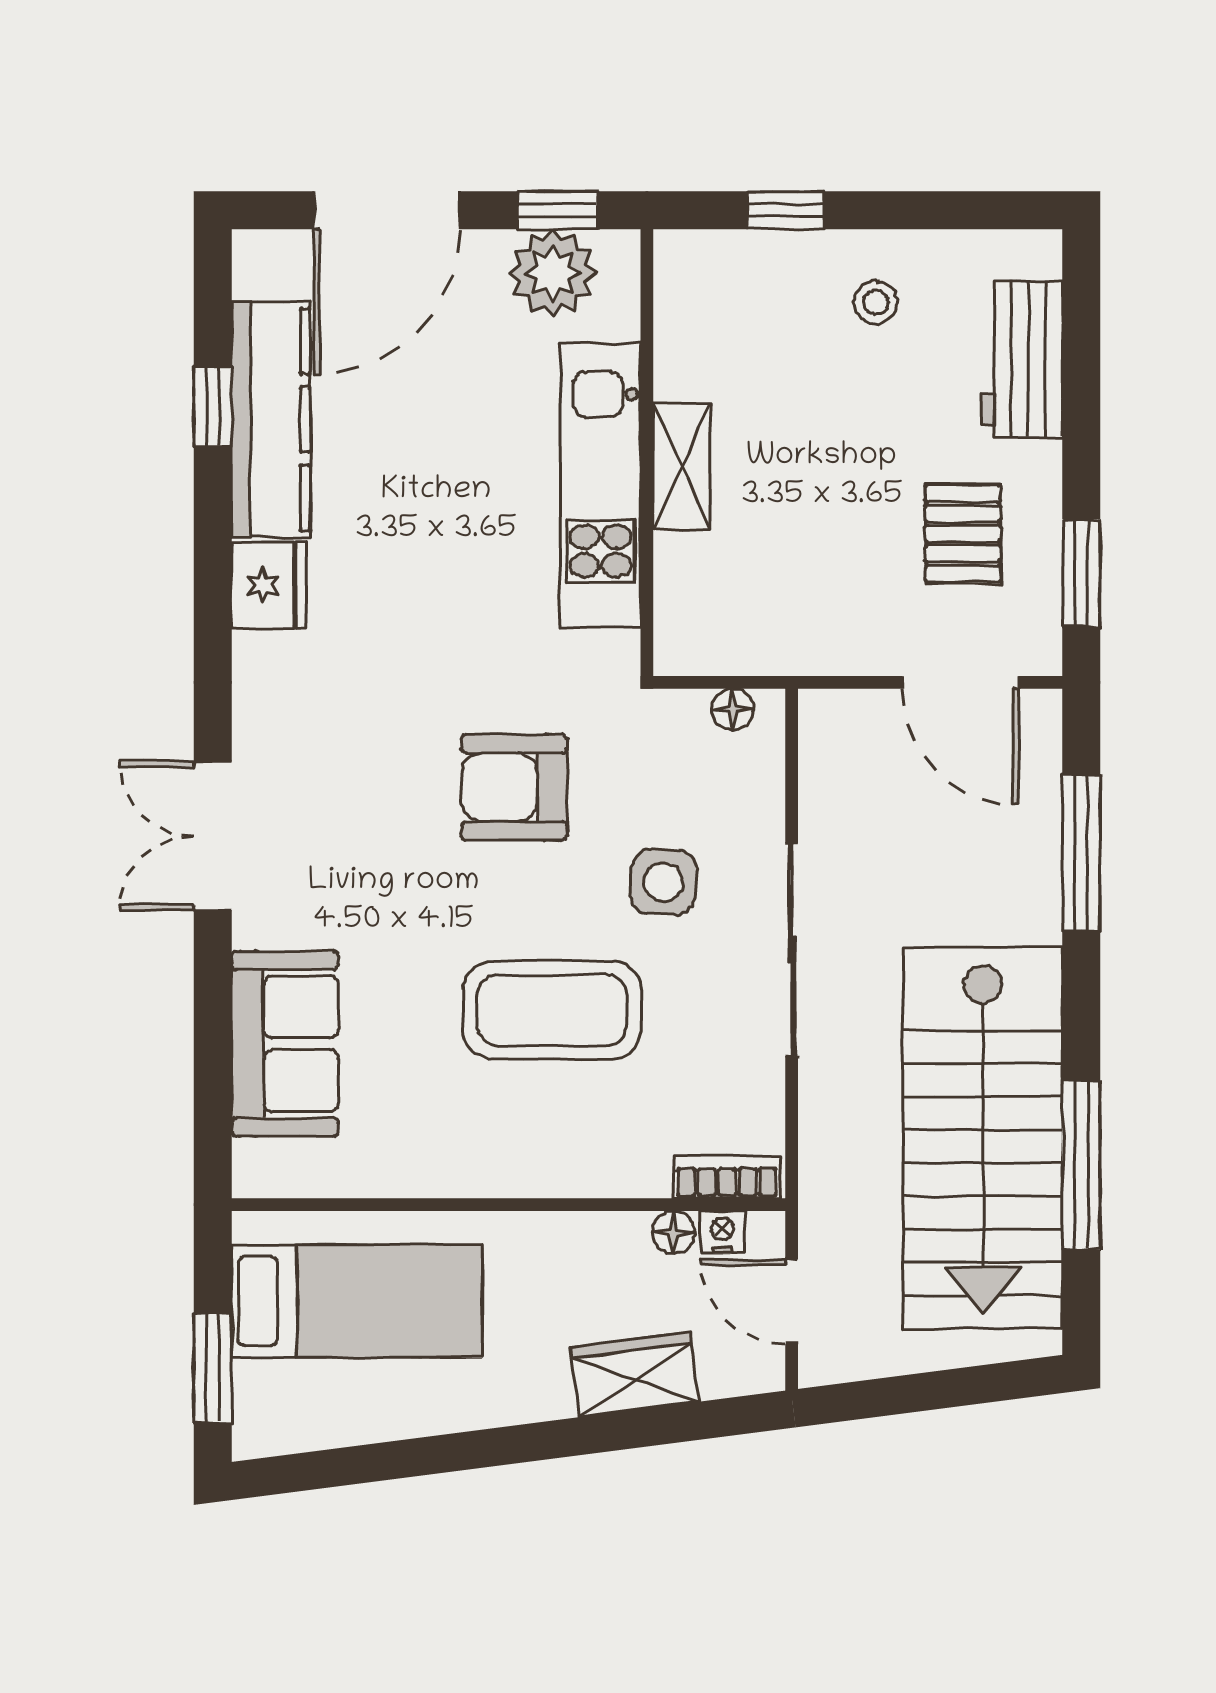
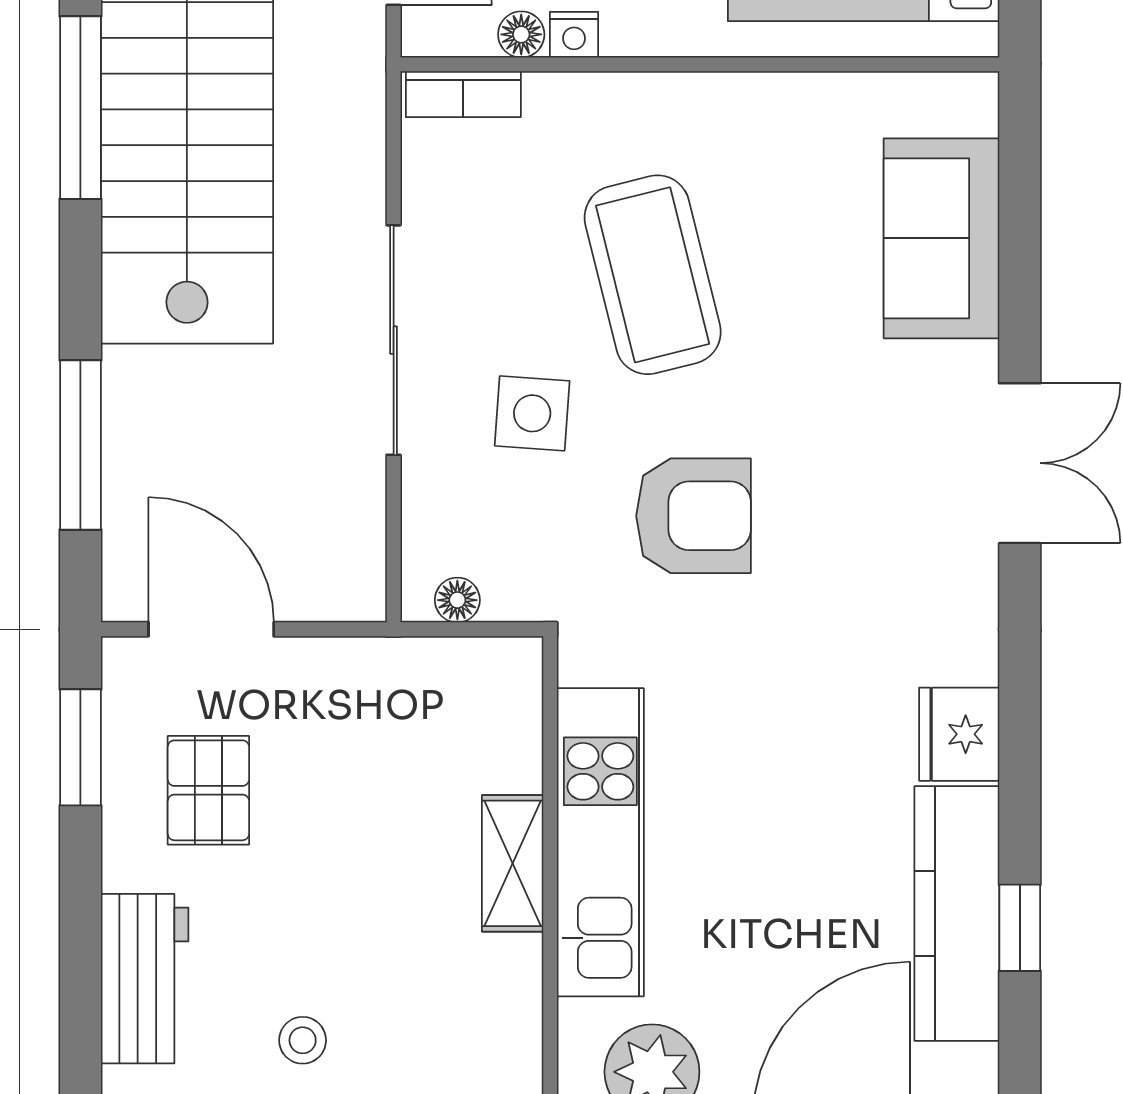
coffee table: (552, 1010) -> (653, 275), turned 76
nightstand: (722, 1232) -> (574, 35), moved

